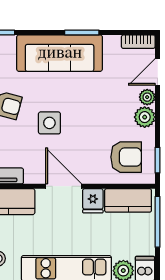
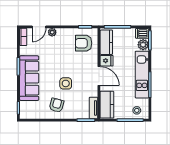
door: (158, 72) -> (39, 27), hinge flipped
plant: (145, 117) -> (63, 34), removed
armchair: (126, 157) -> (84, 43), turned -90
door: (64, 186) -> (99, 76), swing flipped

